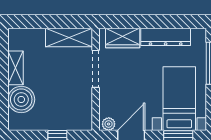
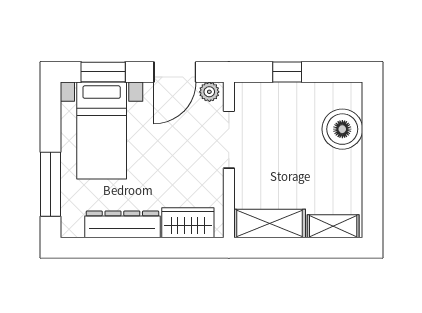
shelving: (16, 68) -> (333, 226), moved, turned 90
doorway: (96, 69) -> (229, 140), moved

